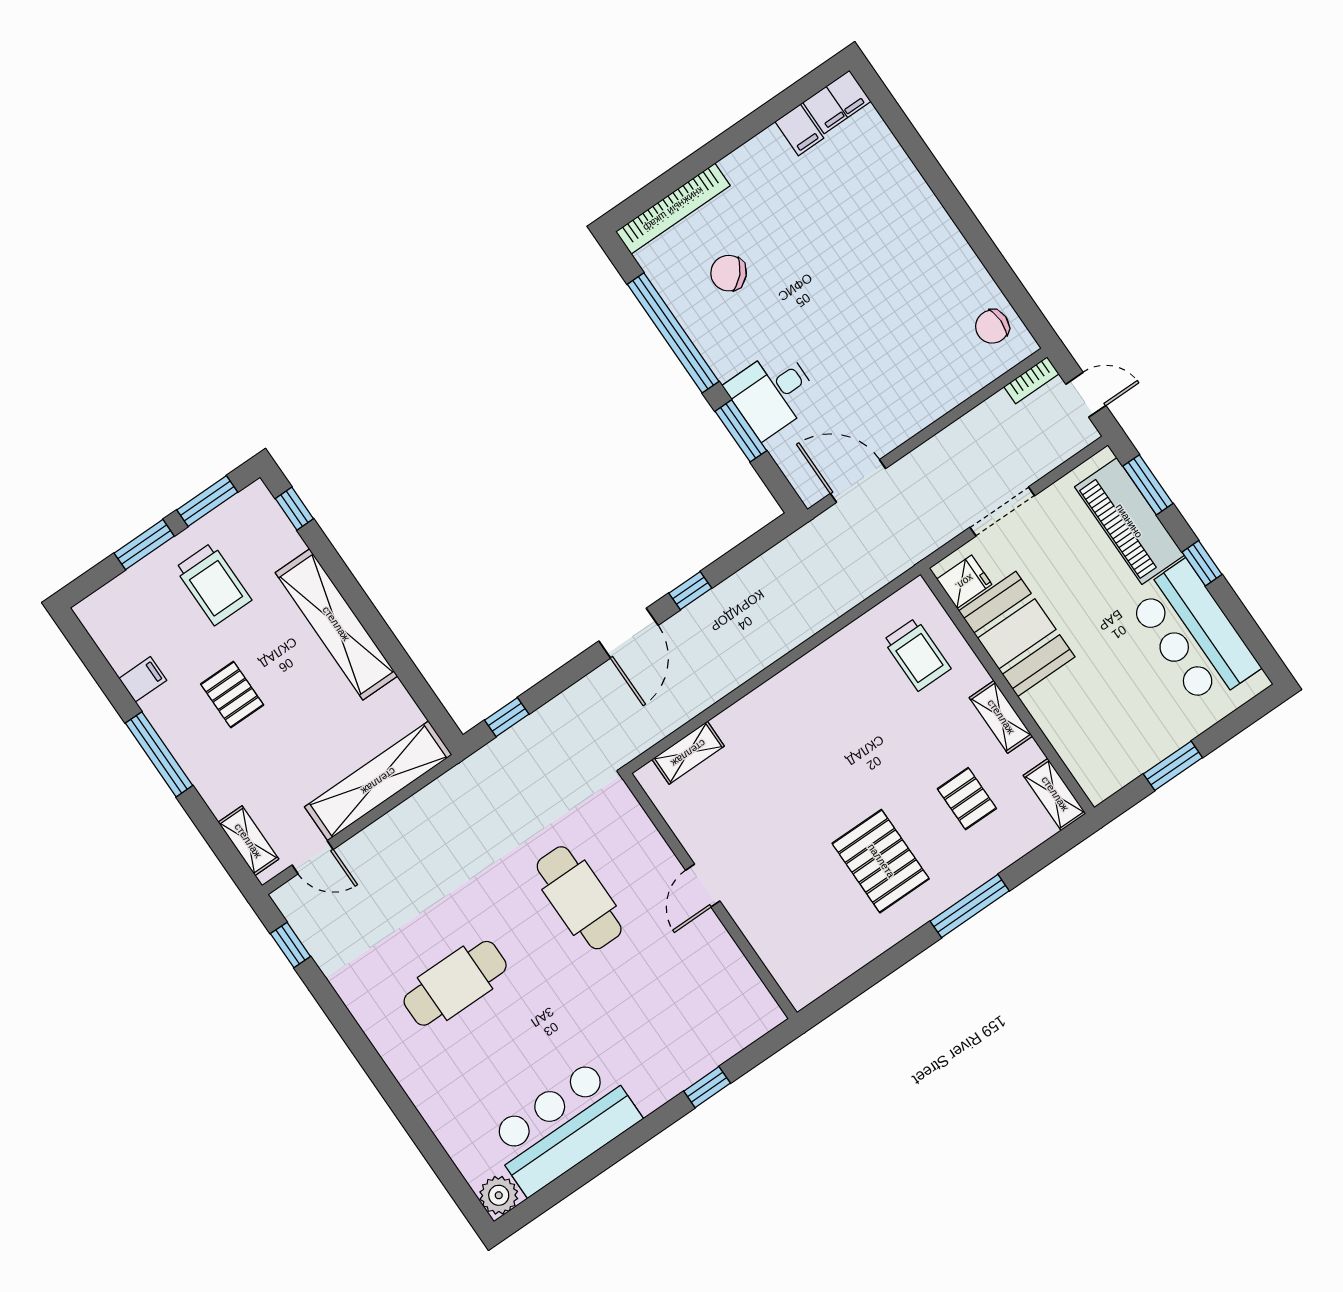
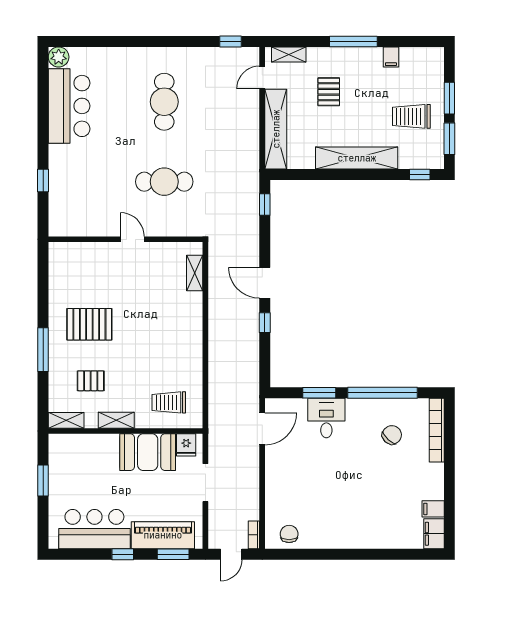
pallet: (232, 695) -> (329, 92), moved, turned 90

